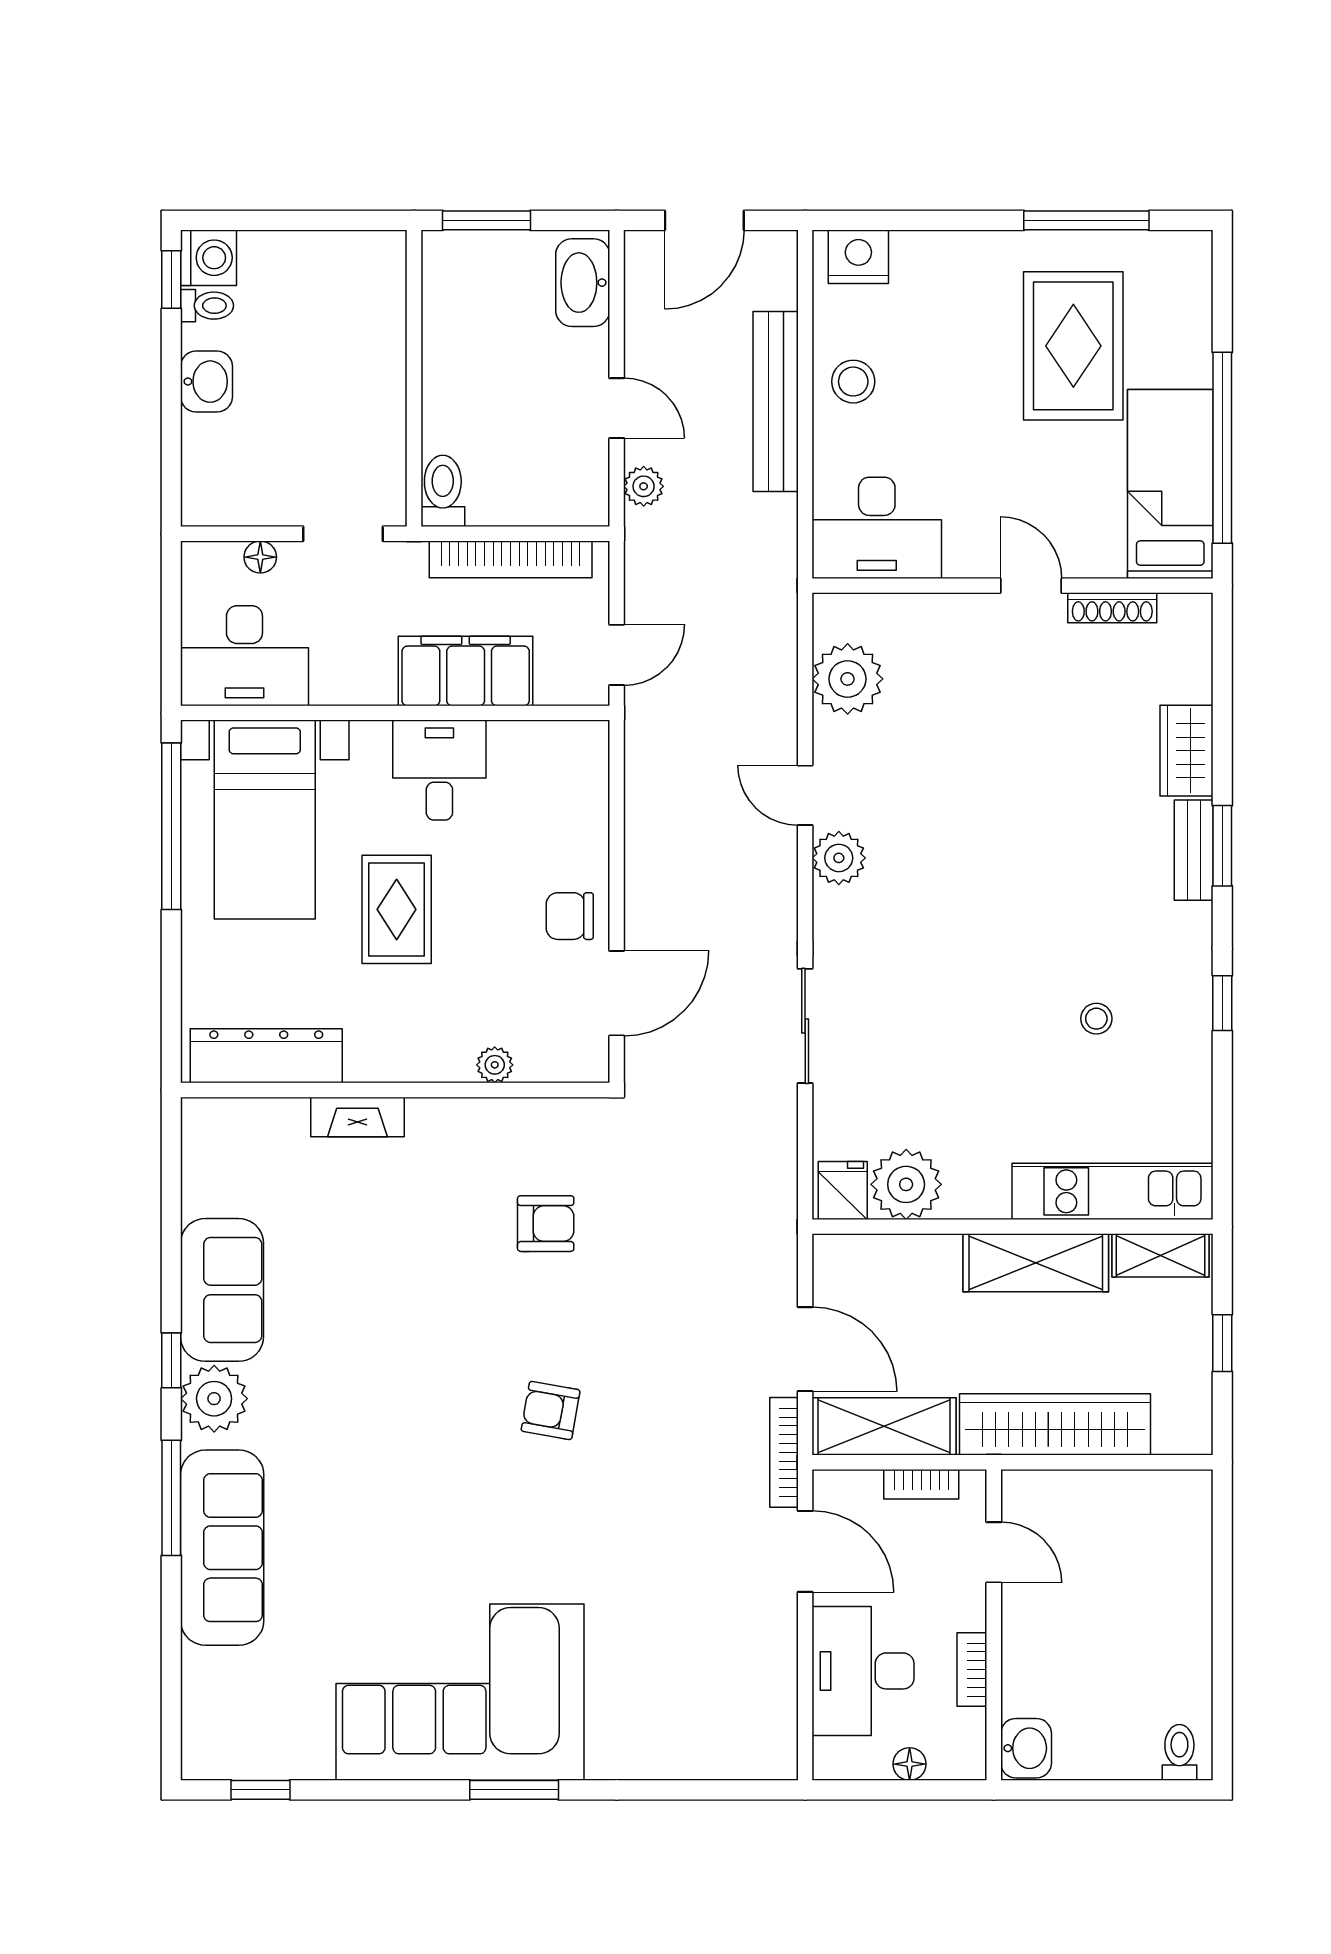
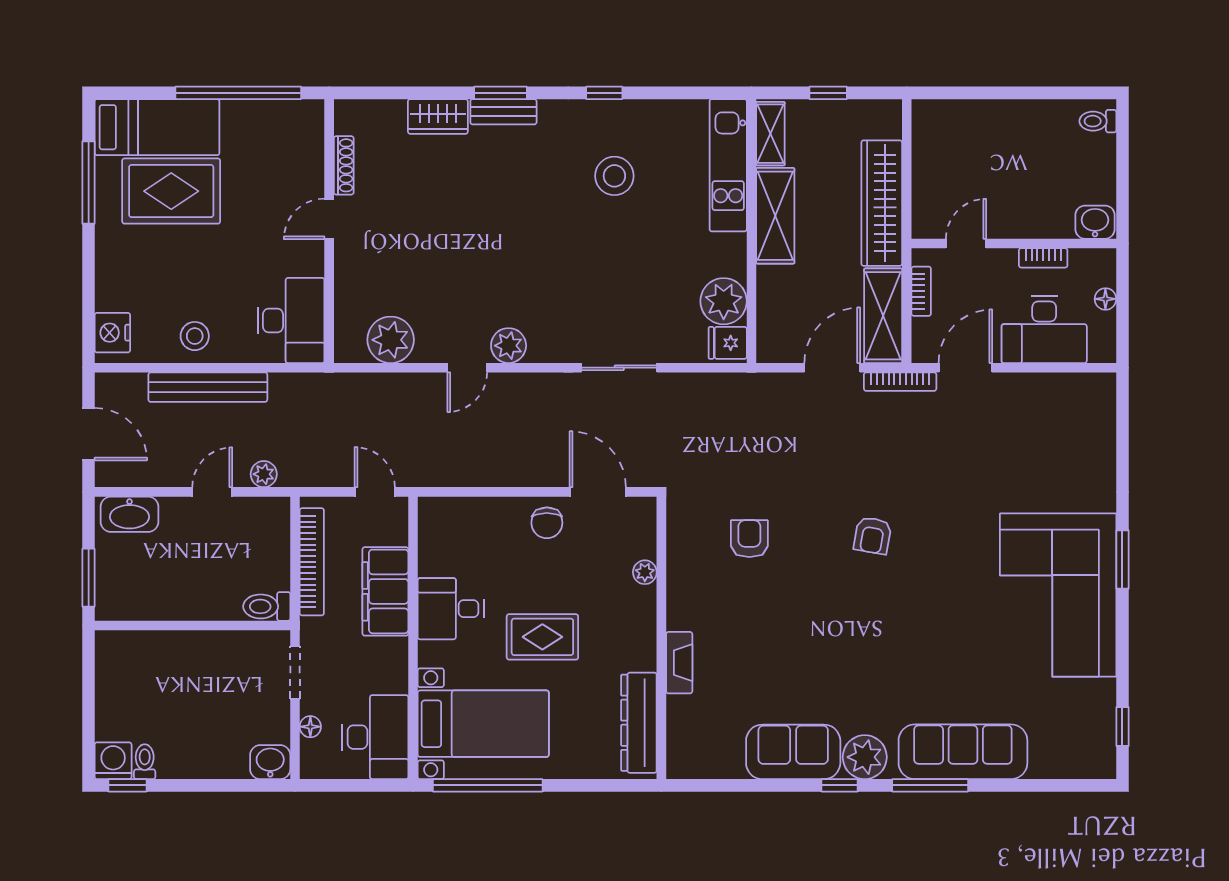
washbasin: (207, 382) -> (270, 762), moved
bed: (1170, 484) -> (157, 127), moved, turned 180
stool: (1096, 1019) -> (614, 176), width x1.89, depth x1.89

